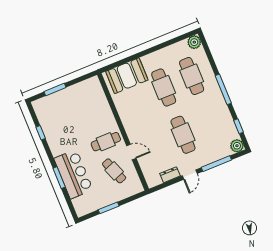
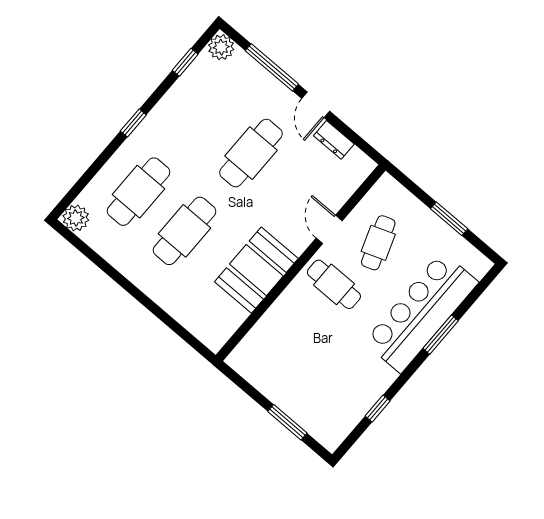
booth: (127, 76) -> (256, 270), moved, turned 90
window: (223, 89) -> (133, 123), width x0.46
bar counter: (73, 174) -> (421, 312), width x1.36
door: (190, 175) -> (316, 105), swing flipped

